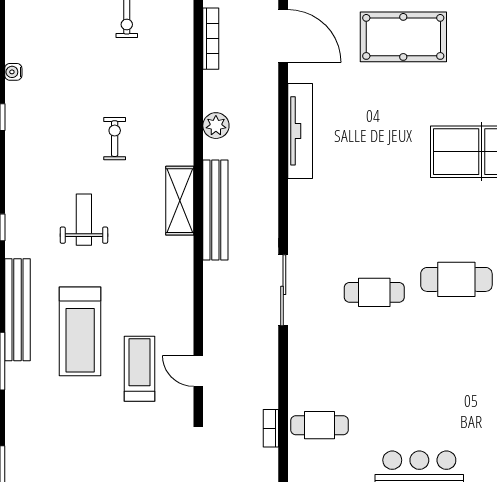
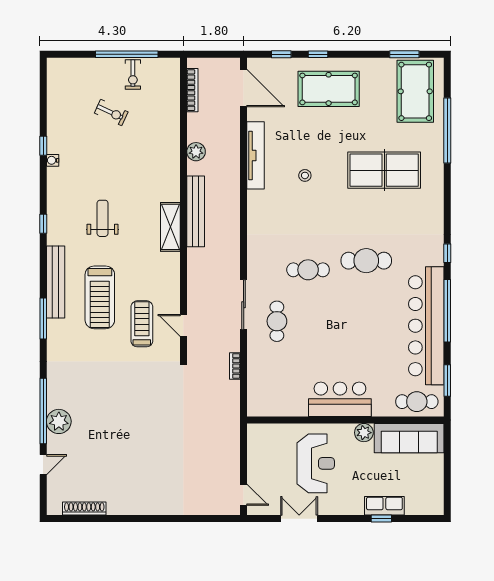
water cooler: (13, 72) -> (53, 160), moved
exercise bike: (115, 139) -> (111, 112), moved, turned 115
stool: (370, 159) -> (305, 175), added
shelving: (180, 201) -> (170, 227), moved
sliding door: (283, 290) -> (244, 305), moved
cafe table: (319, 425) -> (277, 321), moved, turned 90

